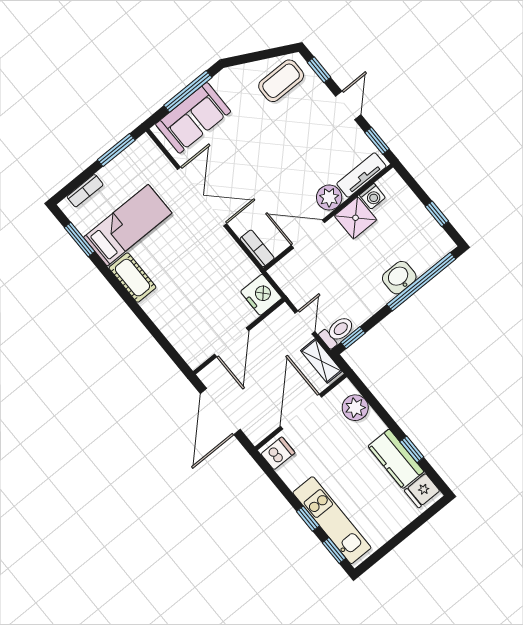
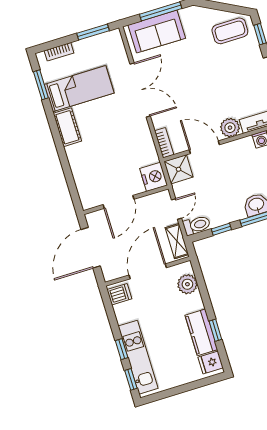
shower: (356, 218) -> (179, 169), moved
window: (353, 338) -> (221, 229), moved

